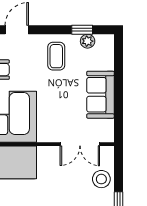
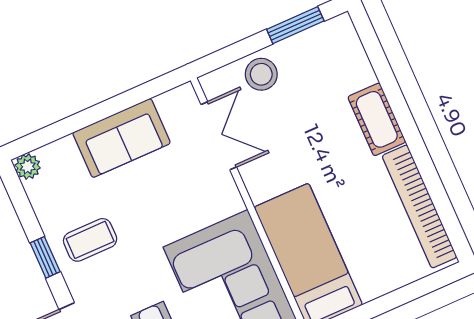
window: (82, 30) -> (45, 257), moved
plant: (88, 41) -> (28, 167), moved

